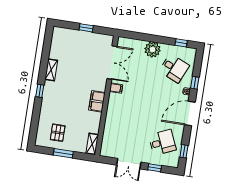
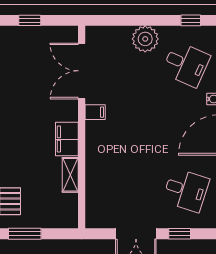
double door: (112, 63) -> (82, 71), swing flipped
desk: (162, 142) -> (186, 190), turned 42
shelving: (92, 144) -> (70, 175), moved

